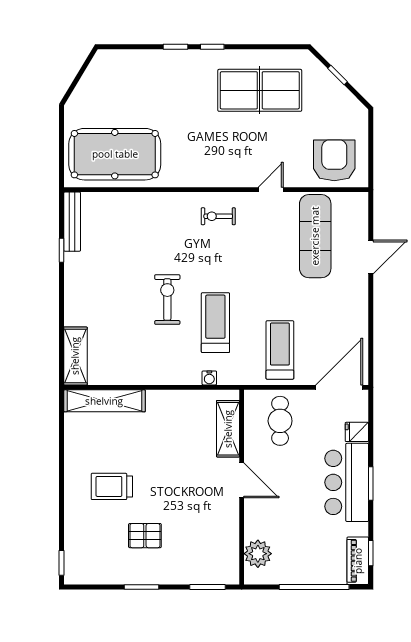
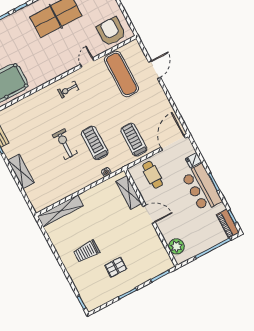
shelving: (75, 356) -> (21, 171), moved

